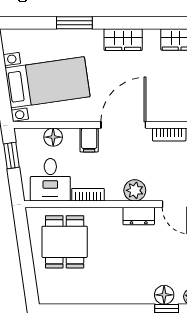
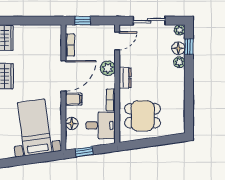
door: (123, 125) -> (63, 76), swing flipped
dresser: (139, 216) -> (125, 78), moved
plant: (144, 296) -> (179, 62), added

